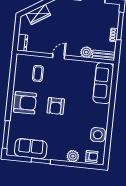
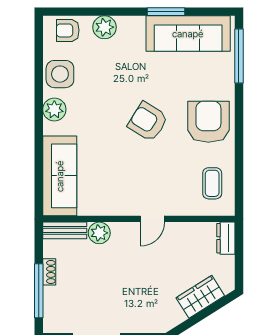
coffee table: (38, 73) -> (212, 183), moved
armchair: (25, 103) -> (208, 122), turned 90
armchair: (56, 106) -> (148, 122), turned -58
plant: (103, 117) -> (54, 109), added
sofa: (31, 149) -> (188, 34), width x1.36

